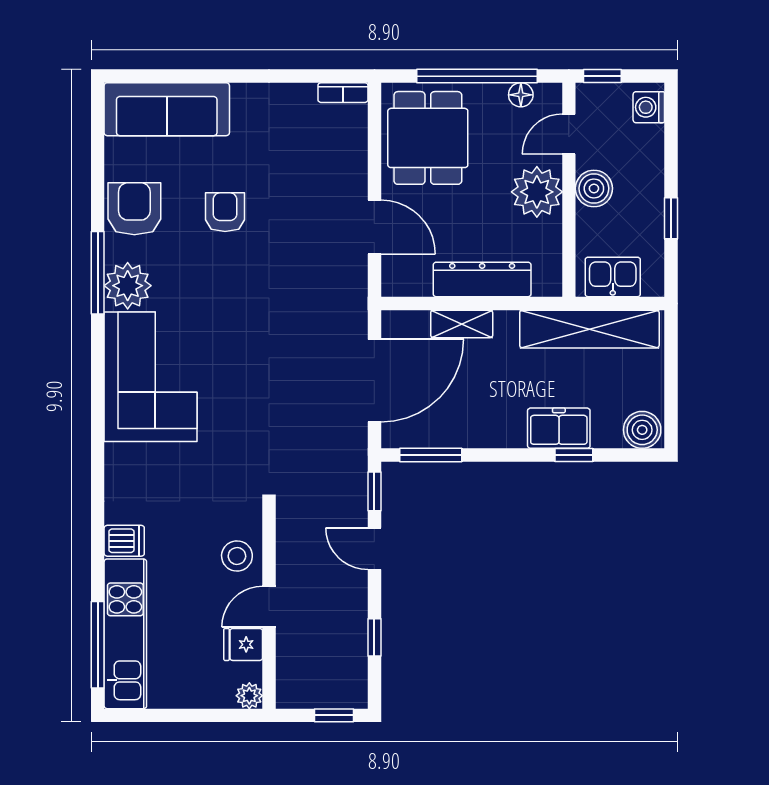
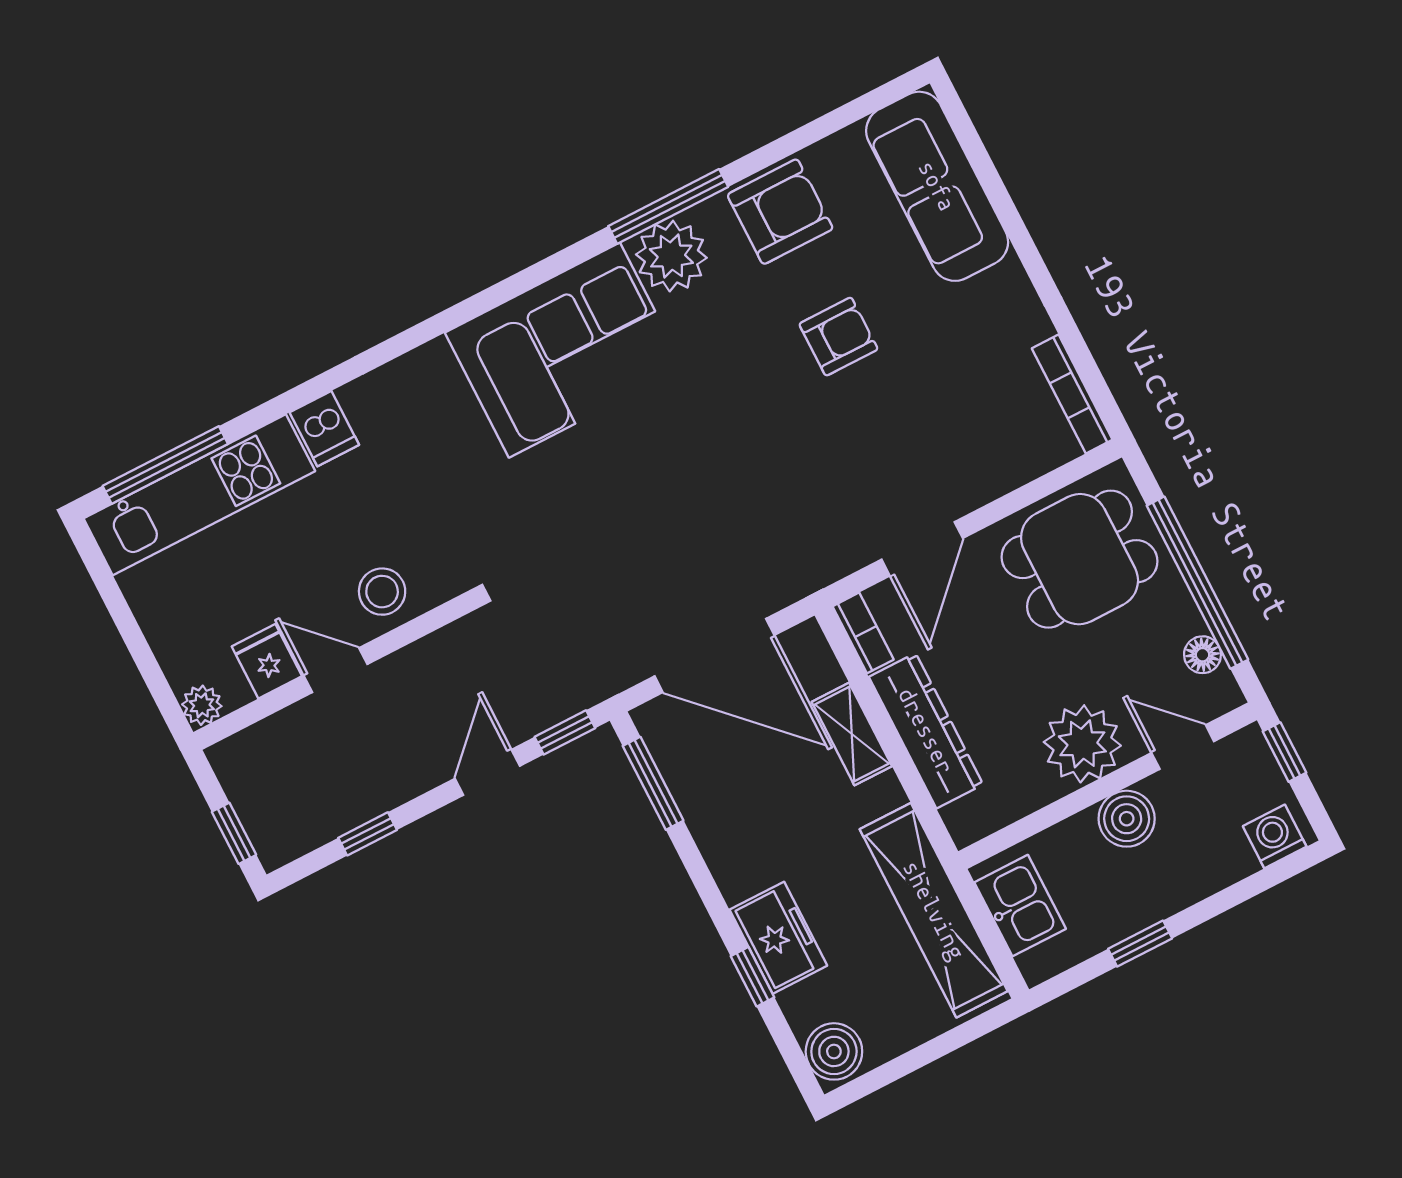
bookcase: (343, 93) -> (1072, 394), width x1.56
bookcase: (406, 287) -> (863, 633), added

